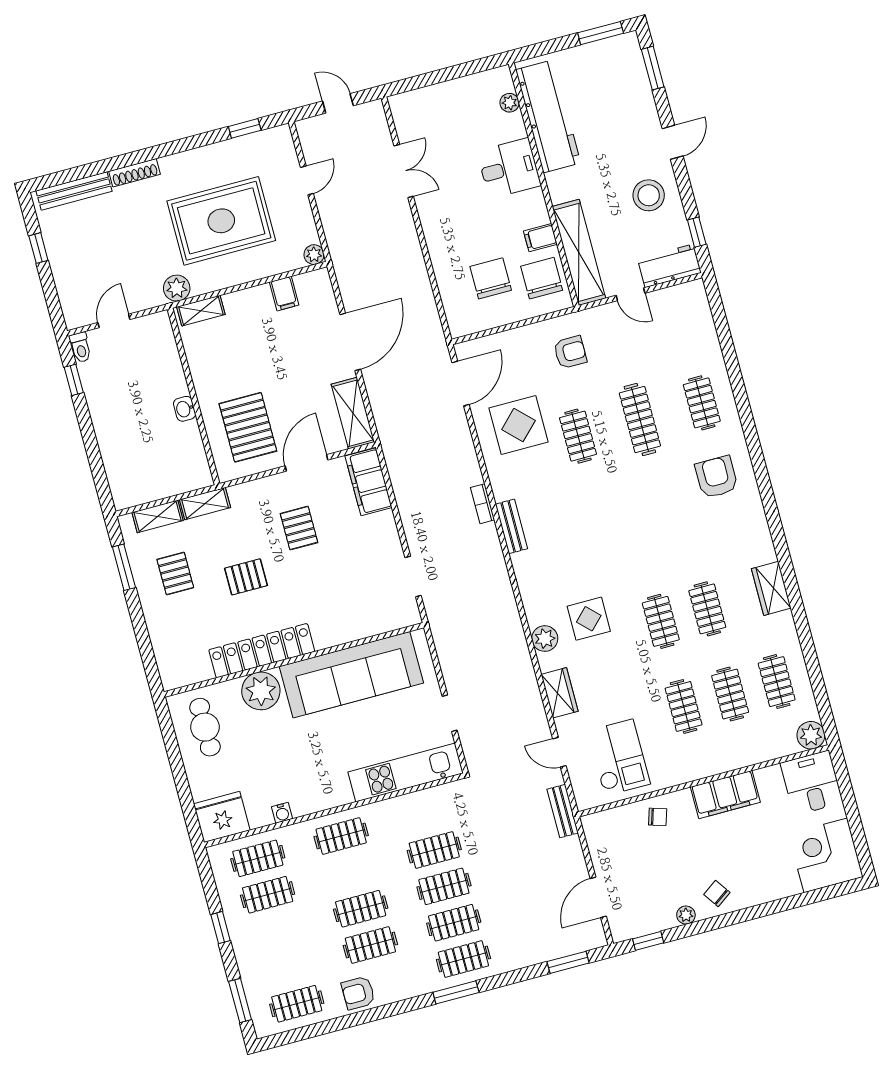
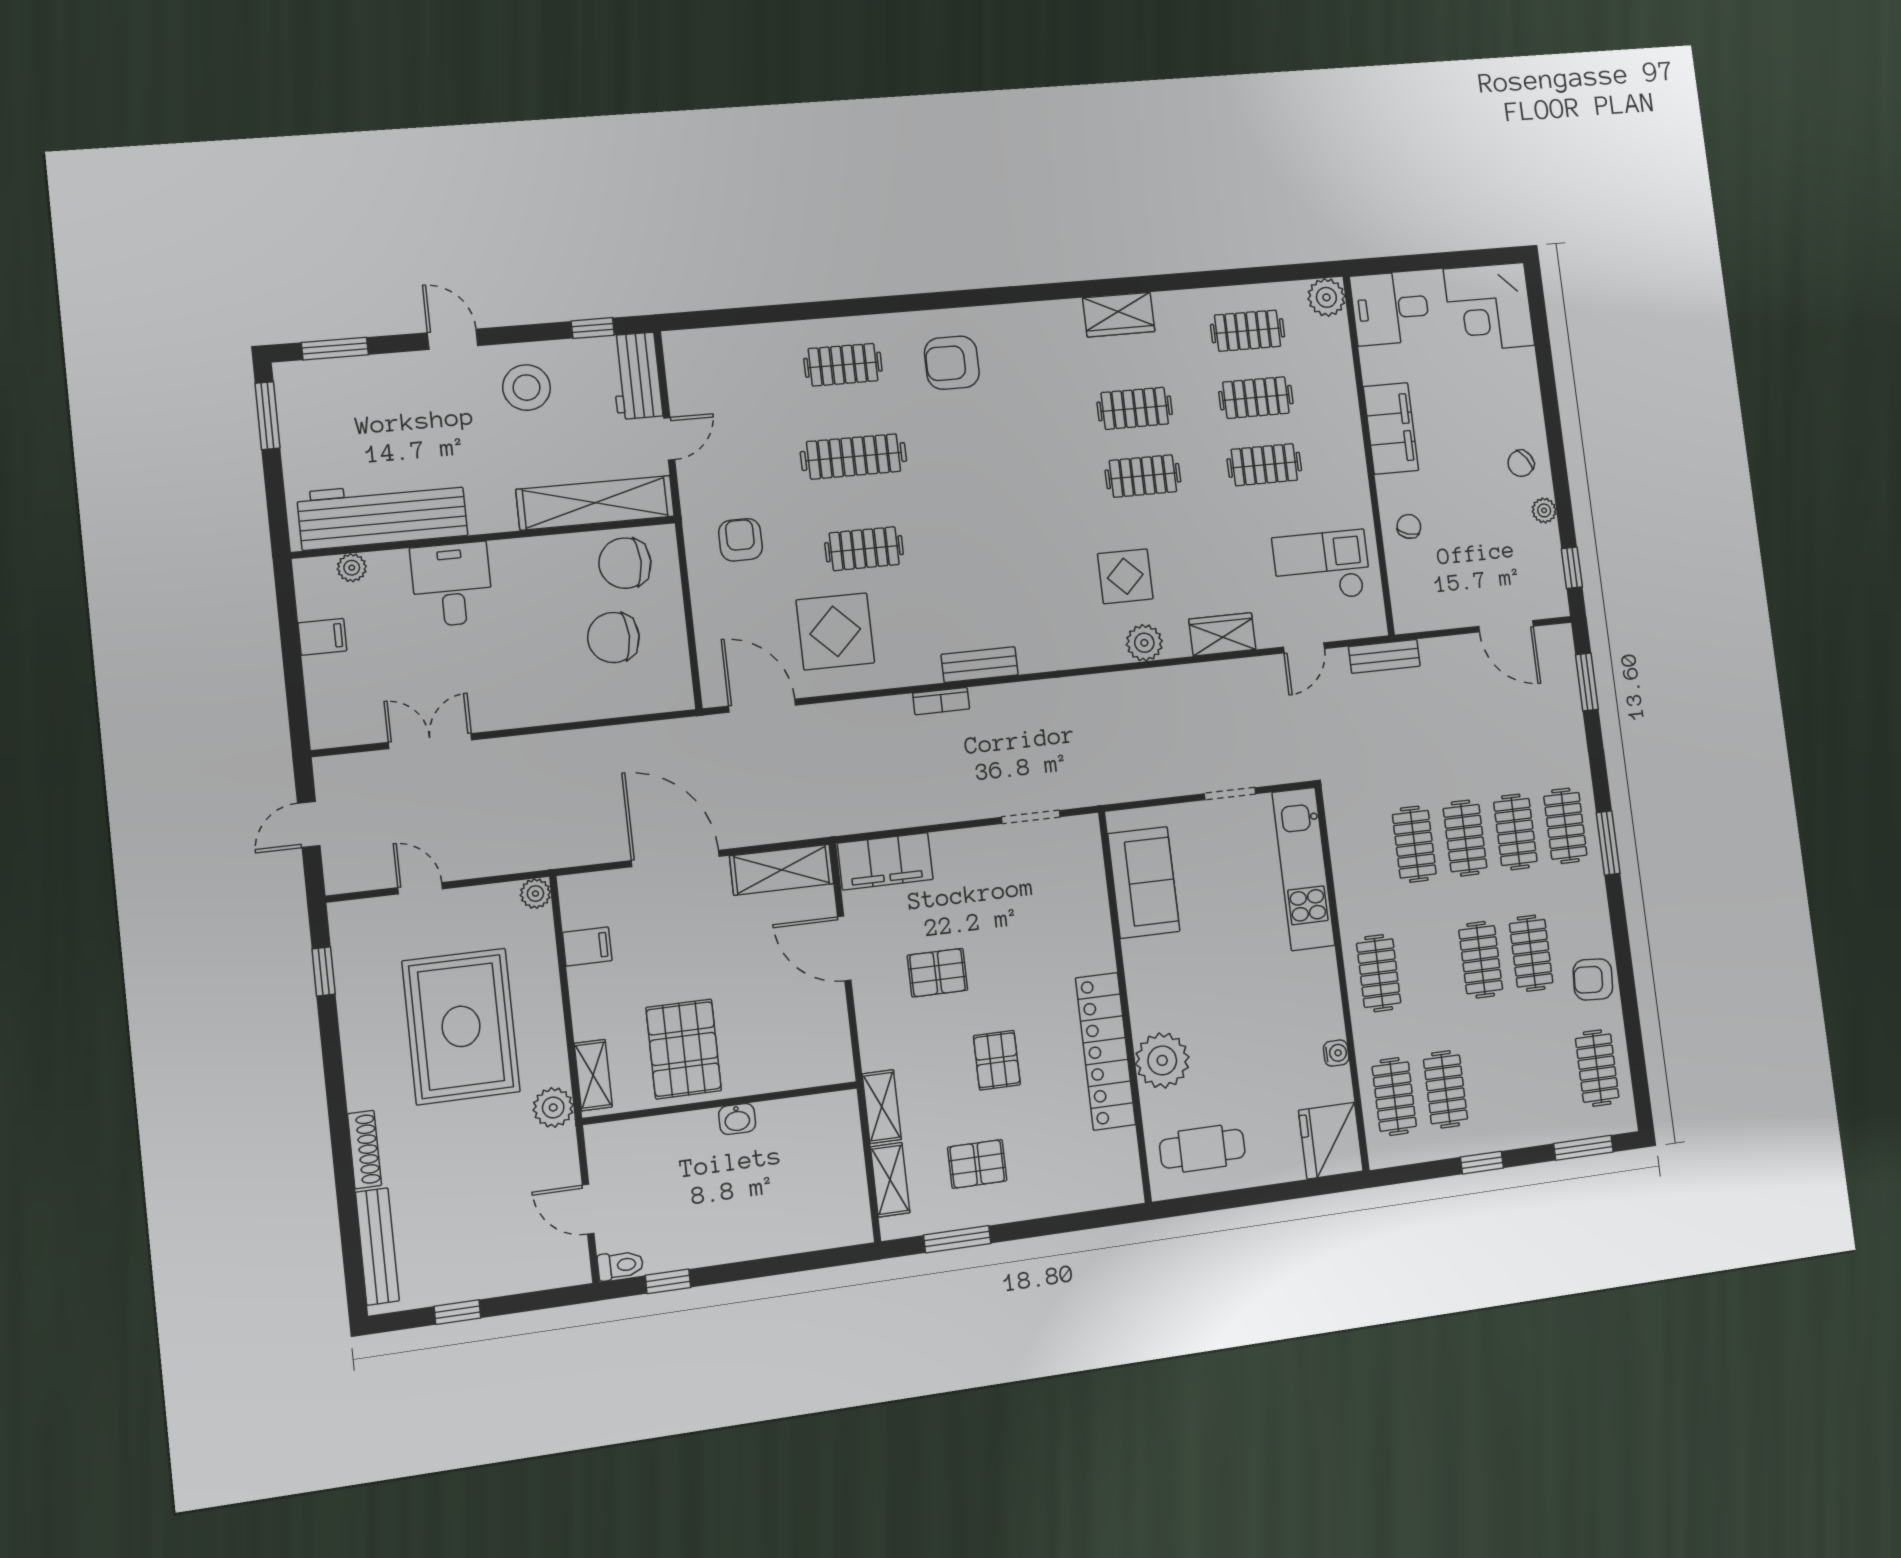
filing cabinet: (540, 238) -> (322, 637), moved, turned -90
pallet: (248, 427) -> (684, 1049), moved, turned 90
sofa: (351, 675) -> (1144, 882), width x0.54, depth x0.79
armchair: (358, 993) -> (1593, 979), turned 94

